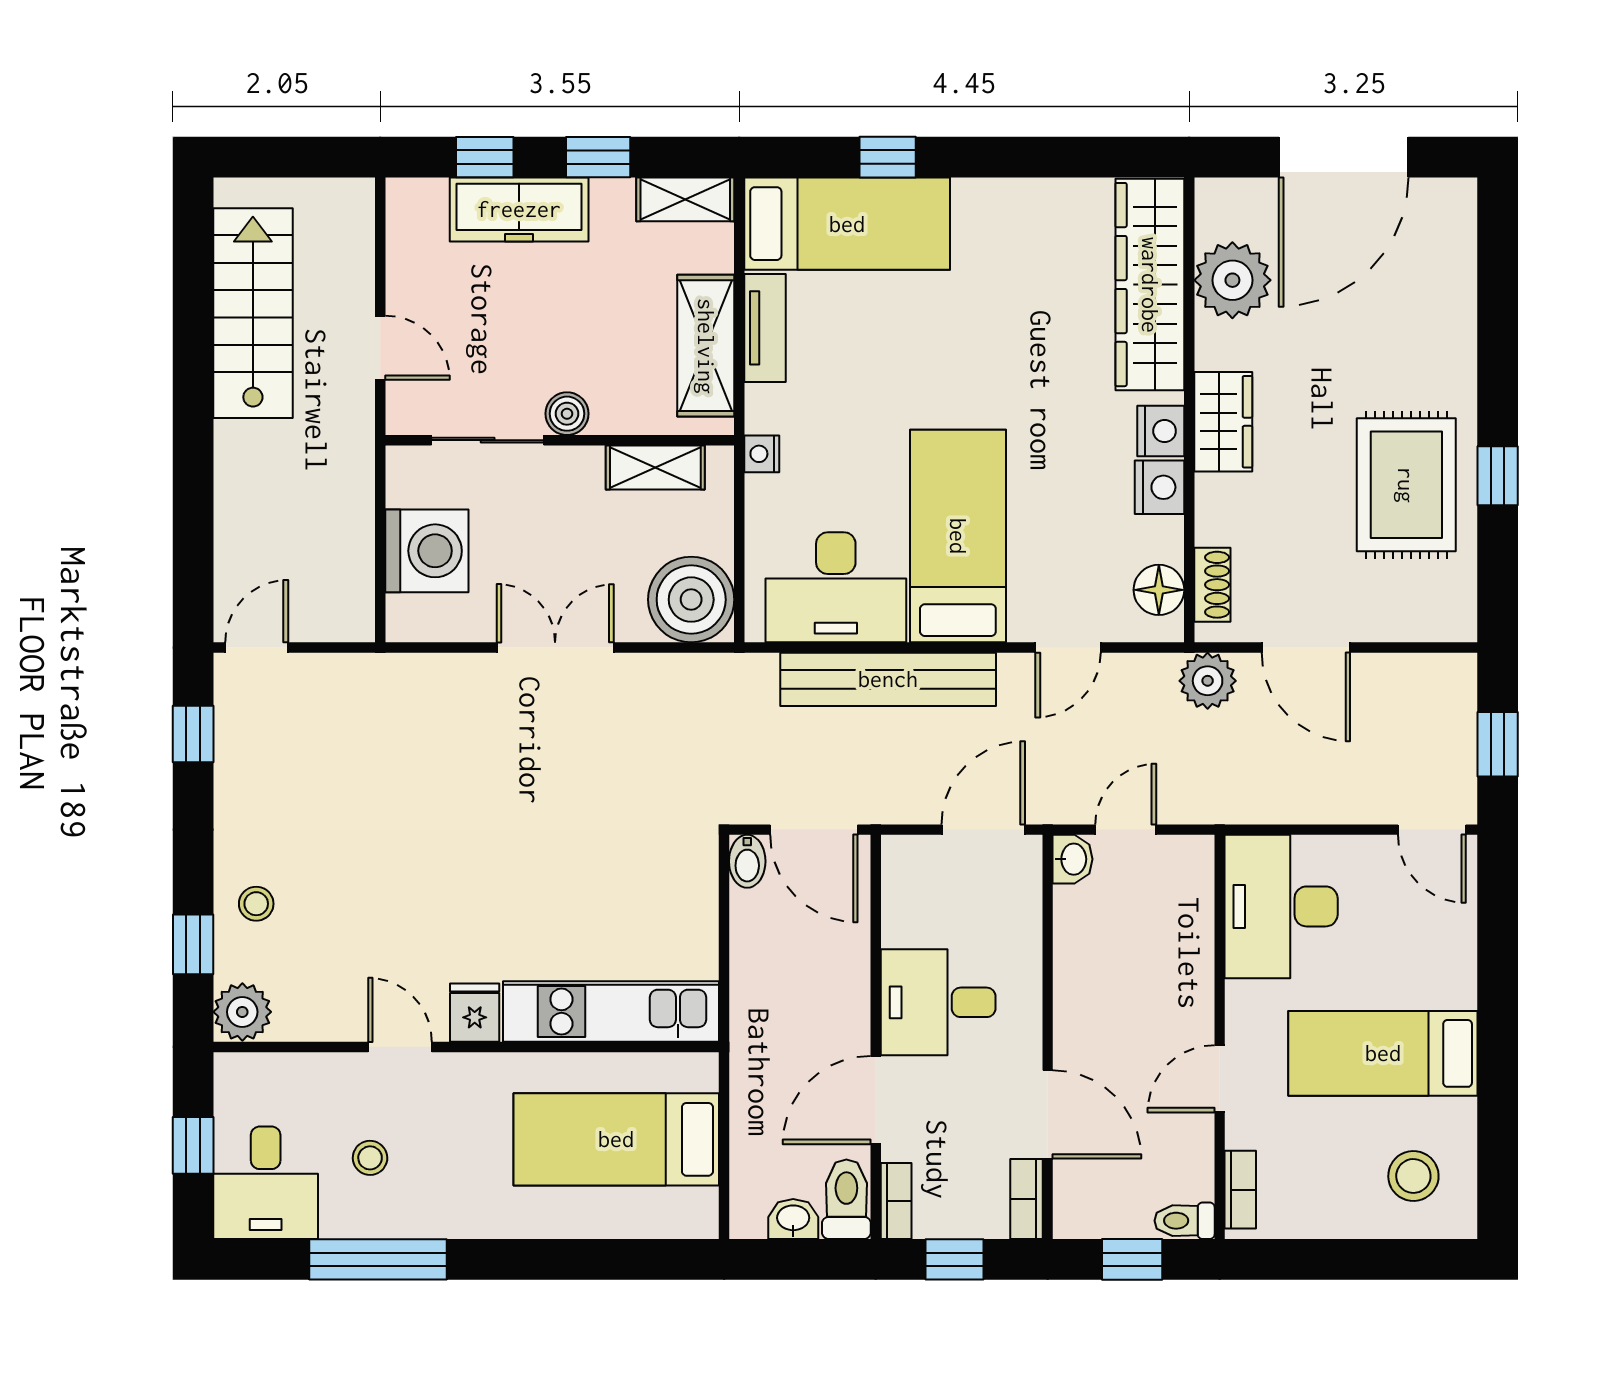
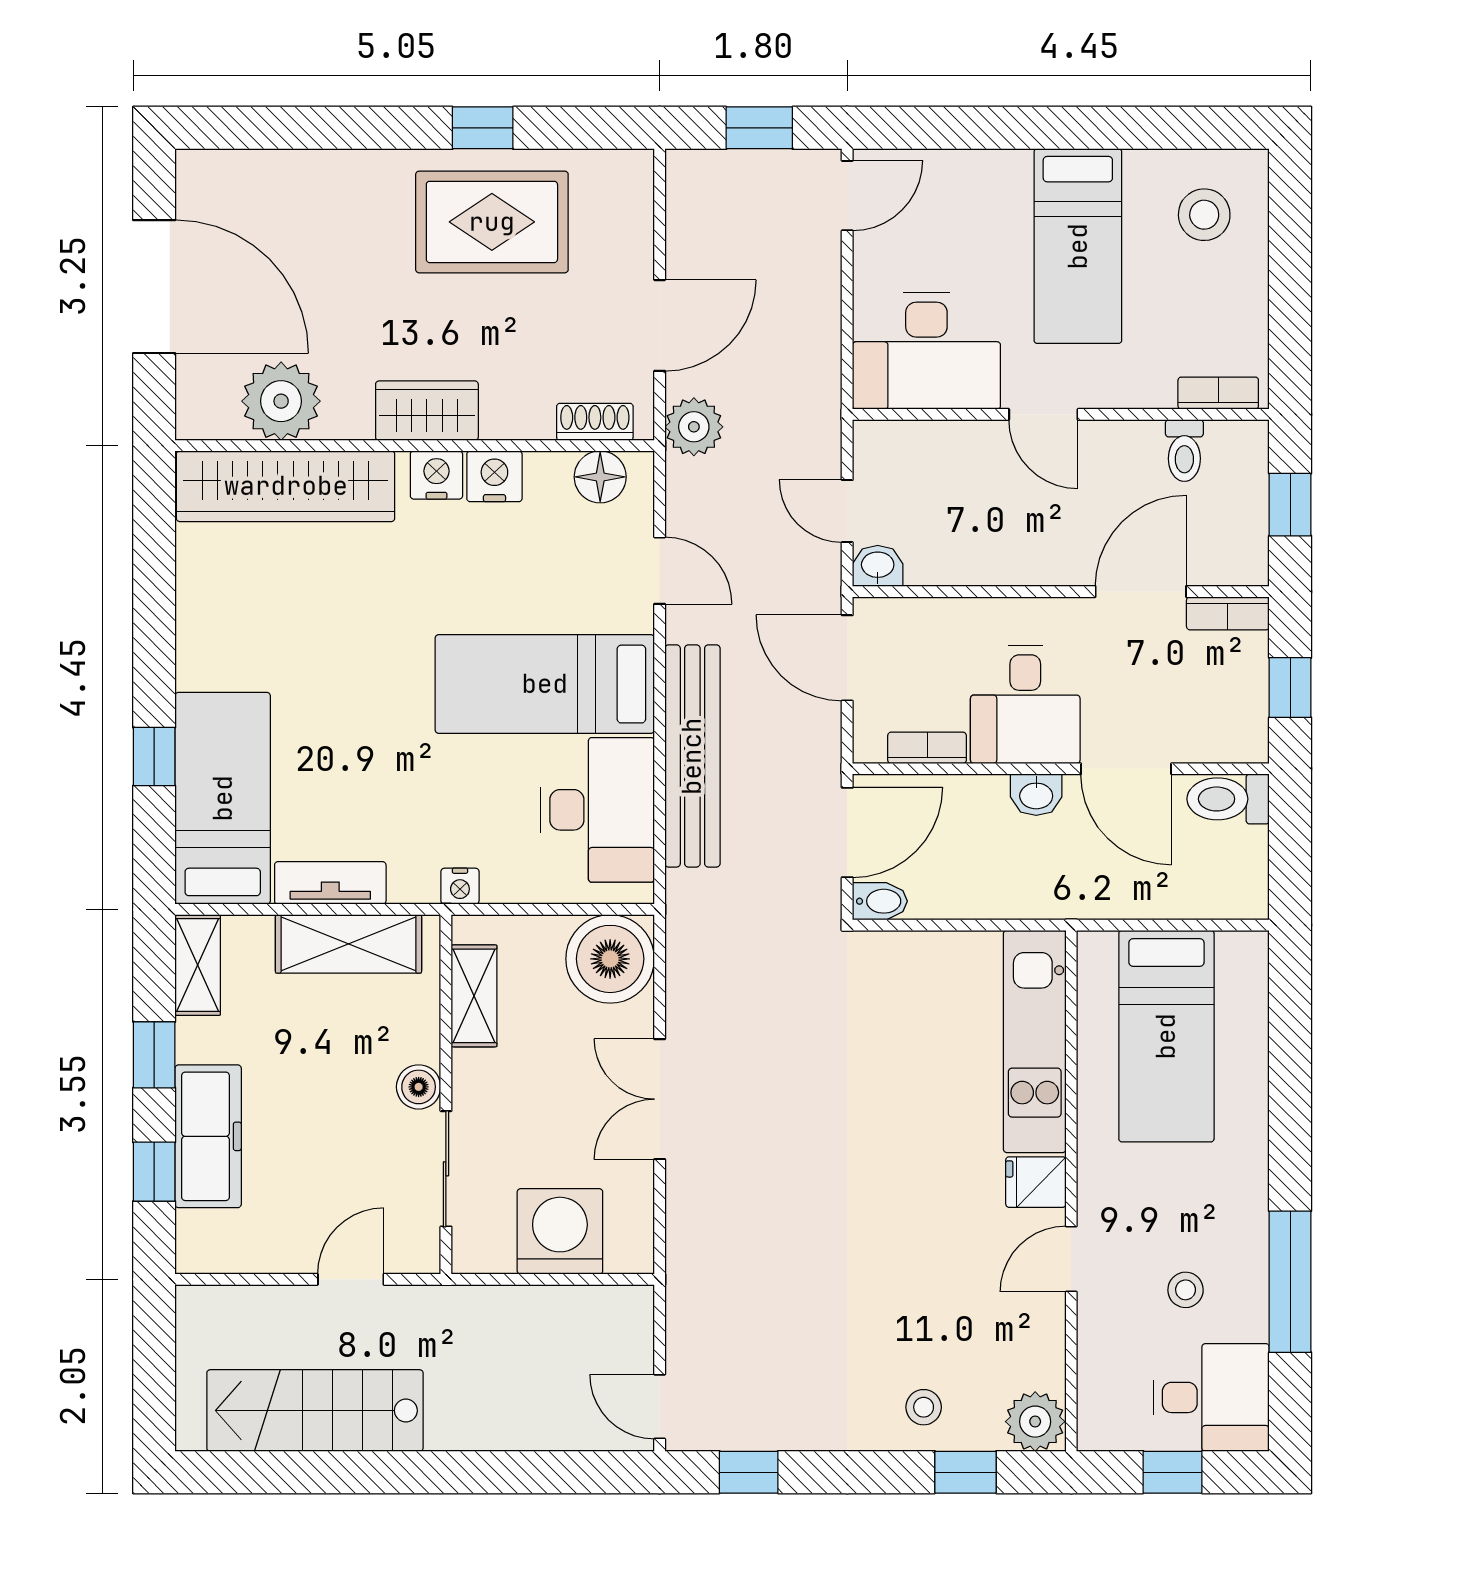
door: (1220, 1079) -> (1043, 414), moved
bookcase: (896, 1201) -> (927, 748), moved
washbasin: (793, 1219) -> (1036, 795), moved, turned -90
toilet: (1185, 1221) -> (1184, 451), moved

